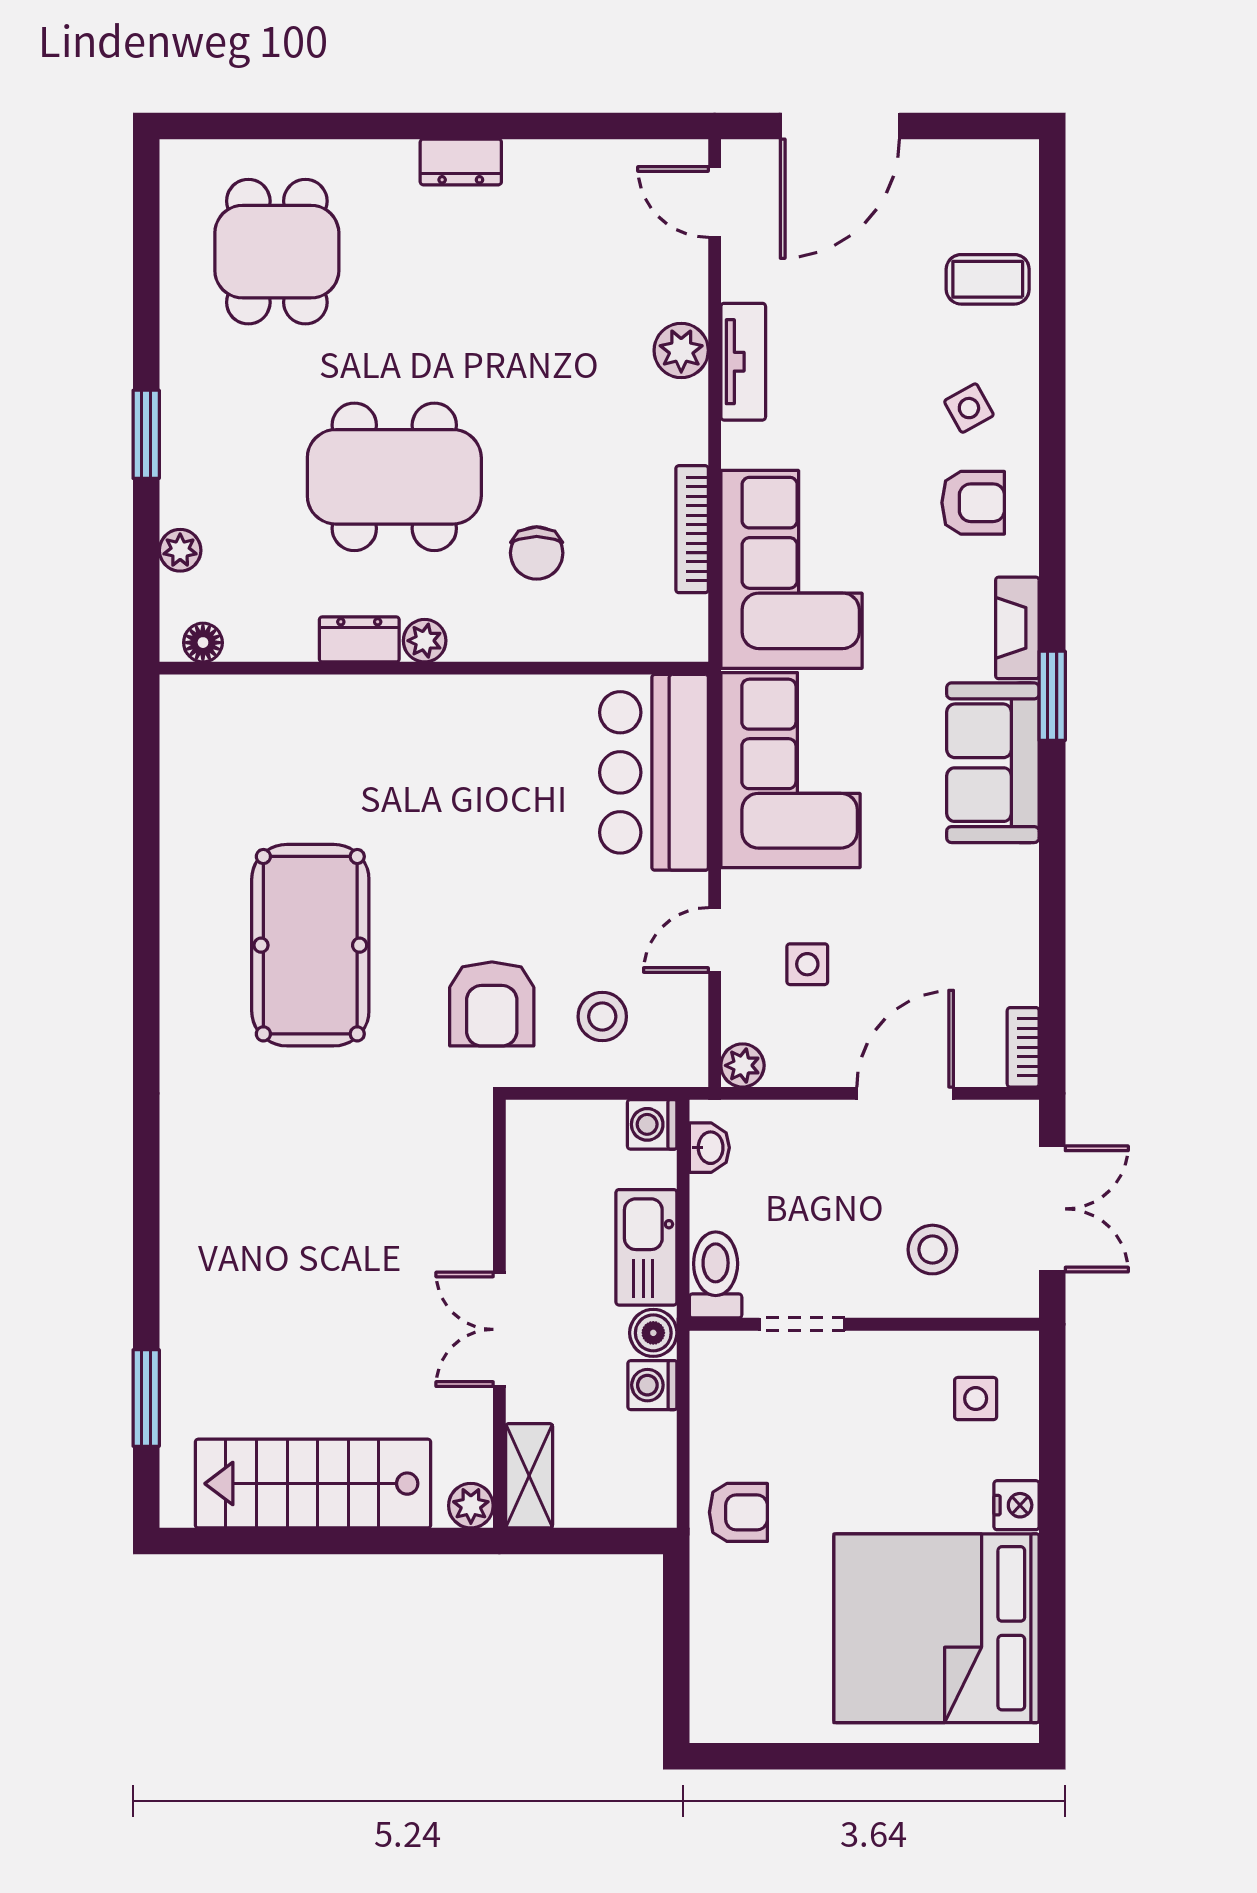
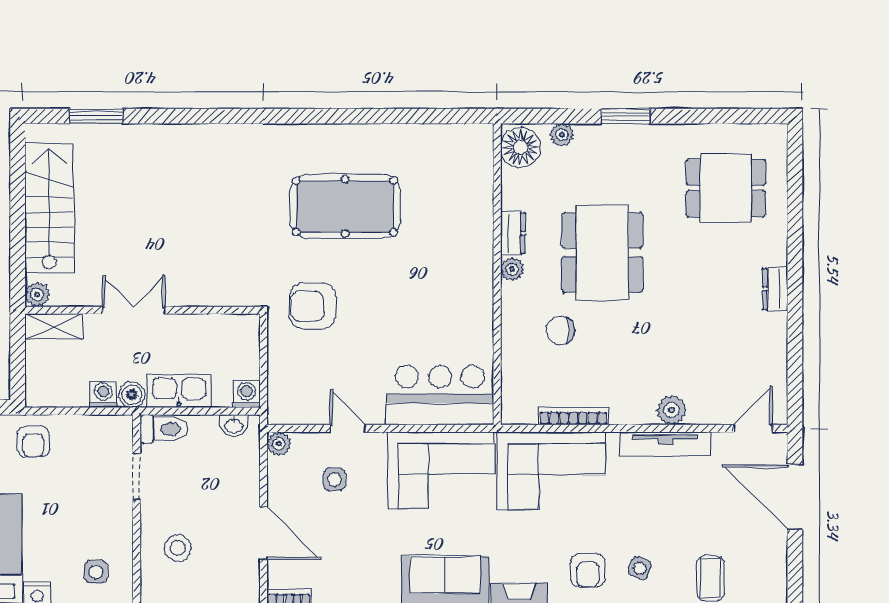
tv unit: (743, 362) -> (665, 444), width x1.41
side table: (969, 408) -> (640, 568), turned -38
floor lamp: (203, 643) -> (521, 147), width x1.89, depth x1.89
stool: (602, 1017) -> (306, 367), removed

